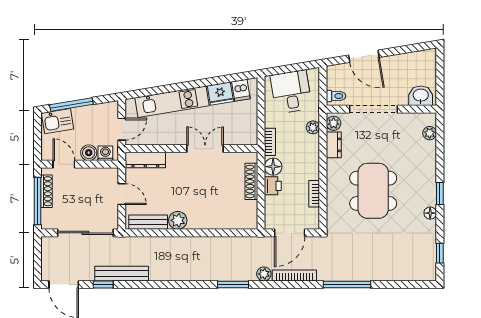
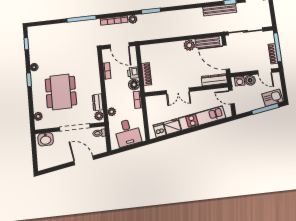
door: (122, 129) -> (232, 97), hinge flipped
dining table: (373, 191) -> (61, 92), moved
door: (122, 194) -> (226, 57), width x1.87
door: (290, 233) -> (120, 45), swing flipped

